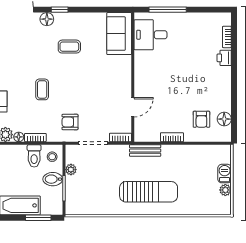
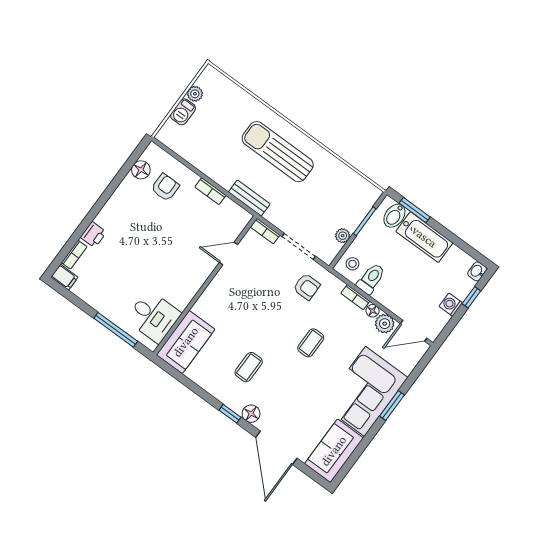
filing cabinet: (223, 19) -> (64, 277), added
coffee table: (69, 47) -> (249, 367), turned 90
bidet: (53, 179) -> (394, 216), moved, turned 90

